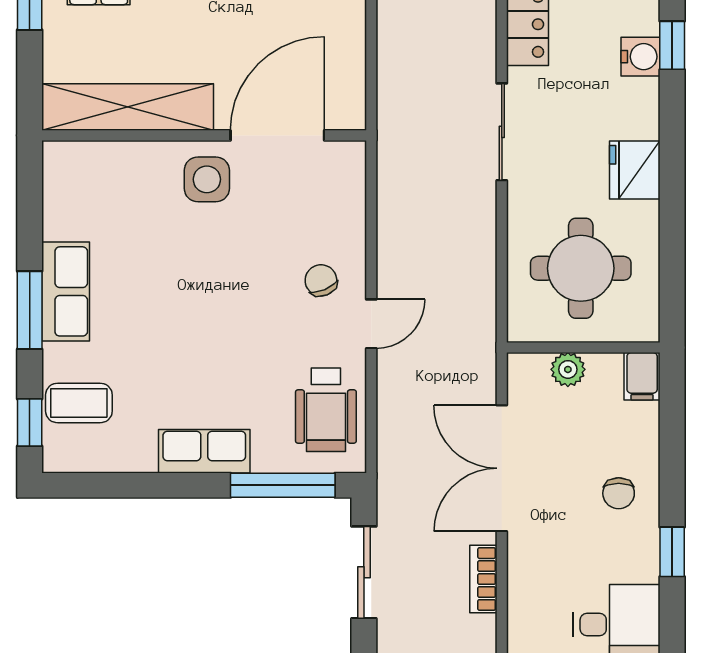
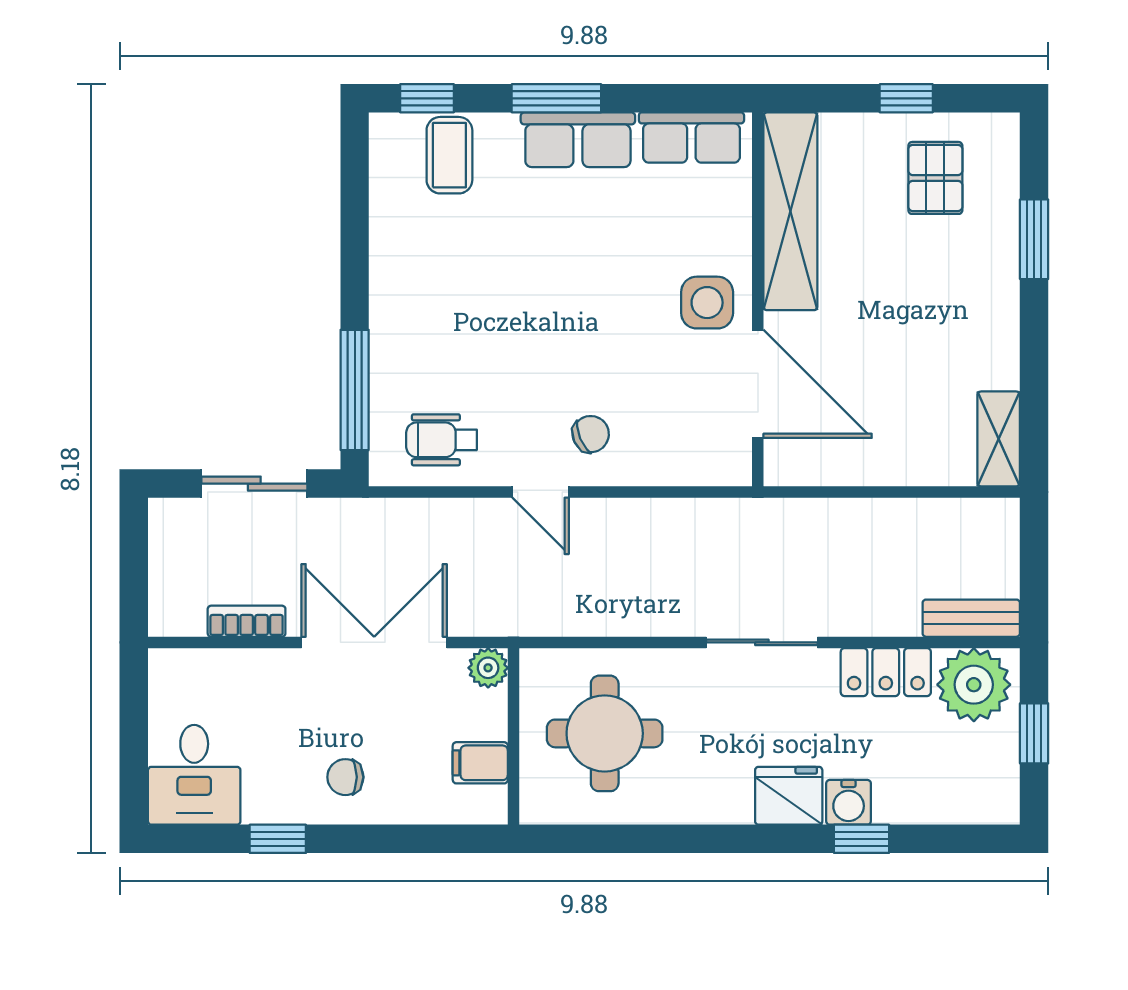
fridge: (635, 170) -> (789, 796), moved
plant: (568, 369) -> (488, 668), moved
filing cabinet: (642, 376) -> (480, 763), moved
wheelchair: (326, 410) -> (442, 440), width x0.73, depth x0.73
row of seats: (204, 451) -> (691, 138), moved, turned 90

